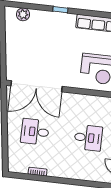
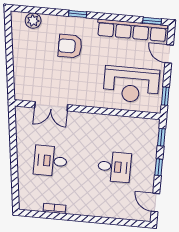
armchair: (53, 36) -> (70, 46), added
double door: (36, 86) -> (51, 106), width x0.54

